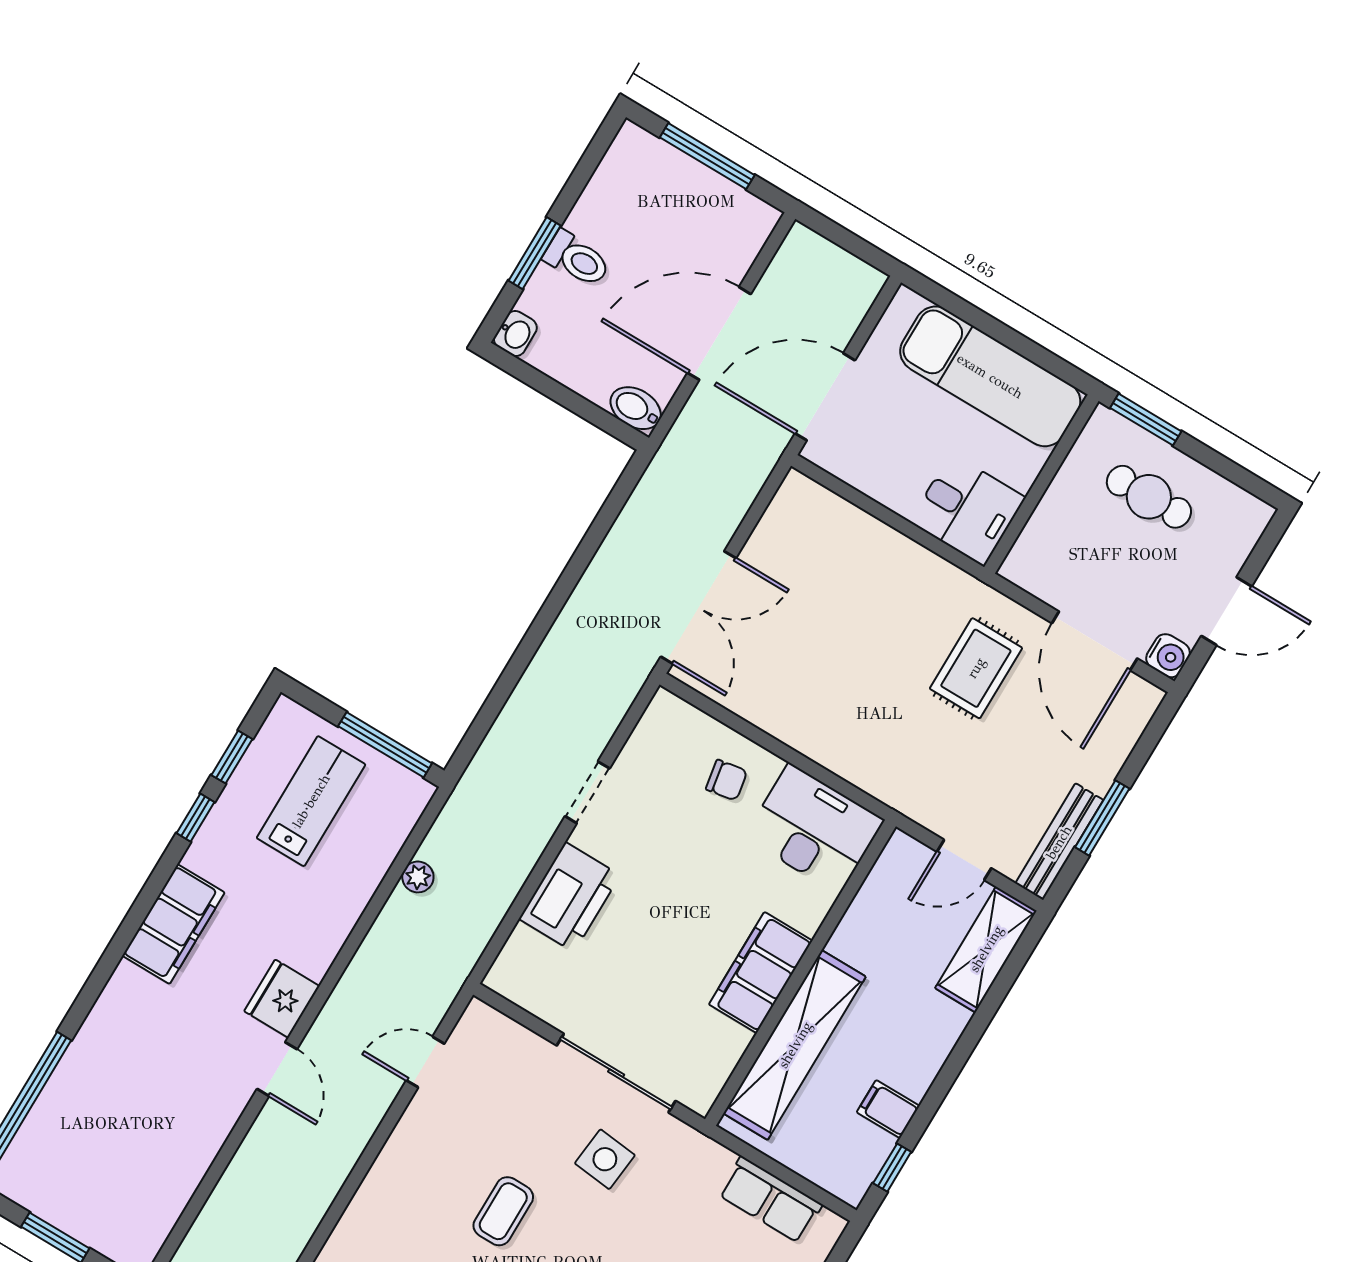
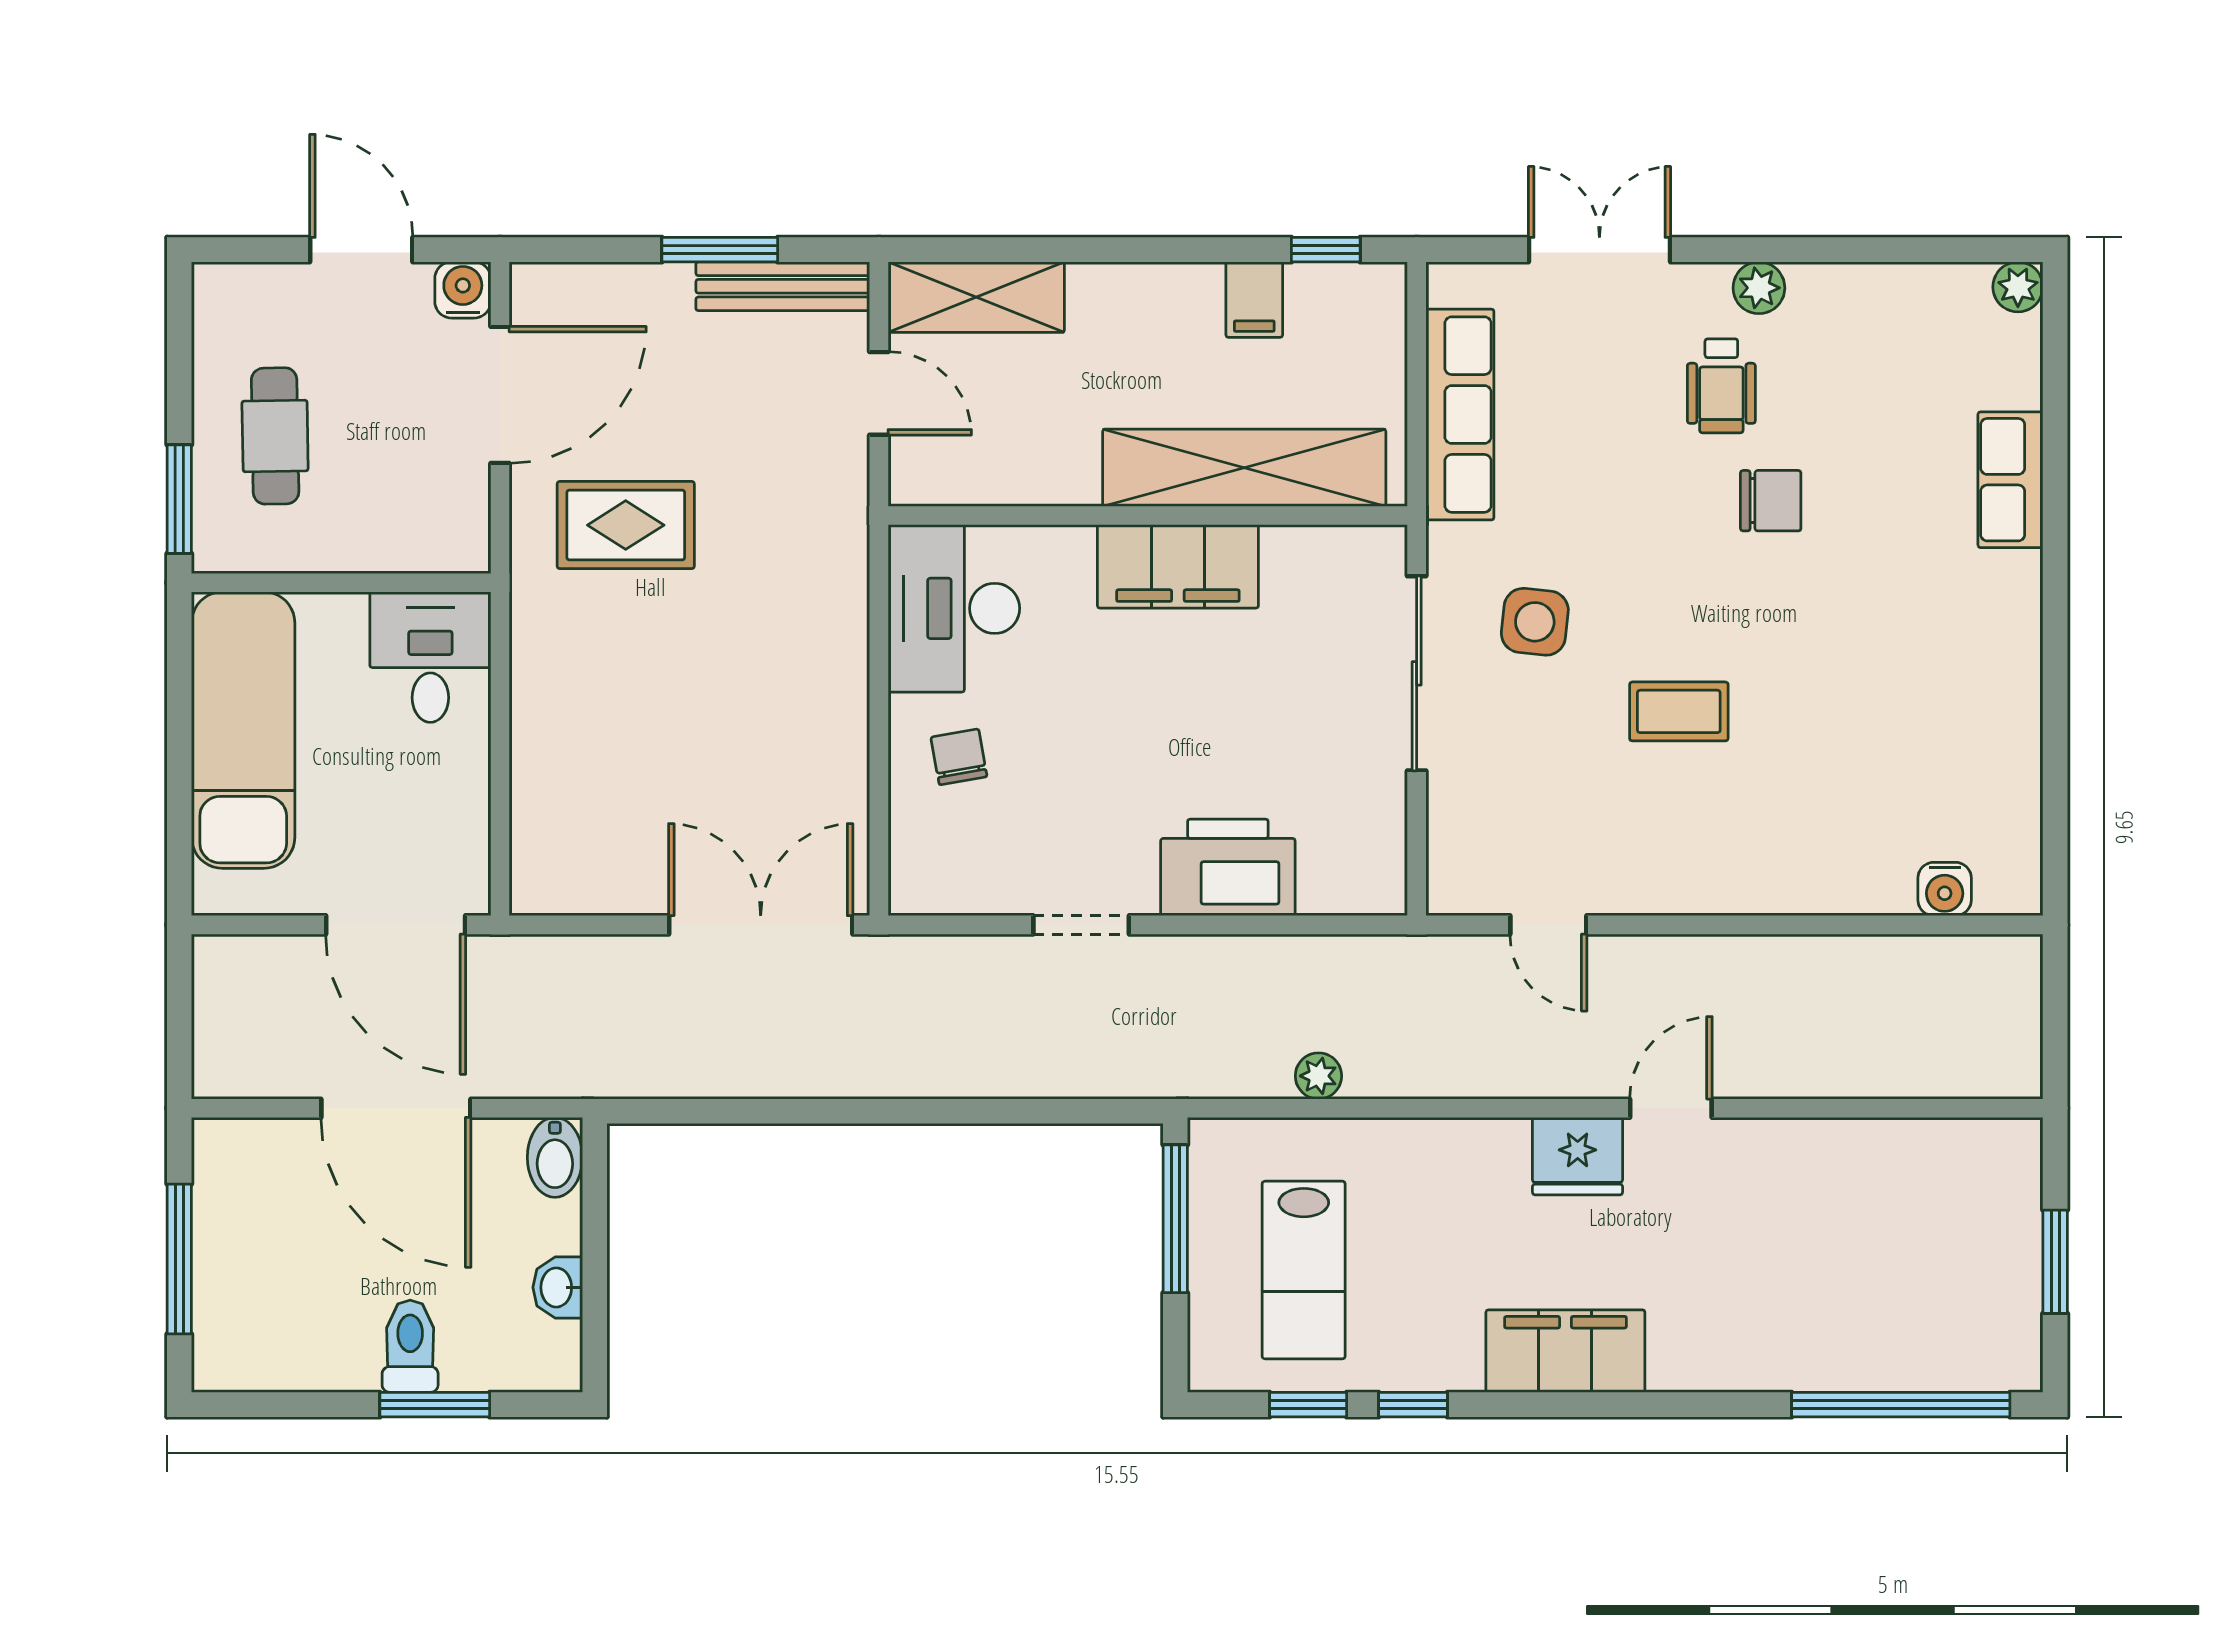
washbasin: (515, 333) -> (558, 1287), moved, turned -90
lab bench: (311, 801) -> (1304, 1270), turned -90
row of seats: (770, 1200) -> (1460, 415), width x1.48

